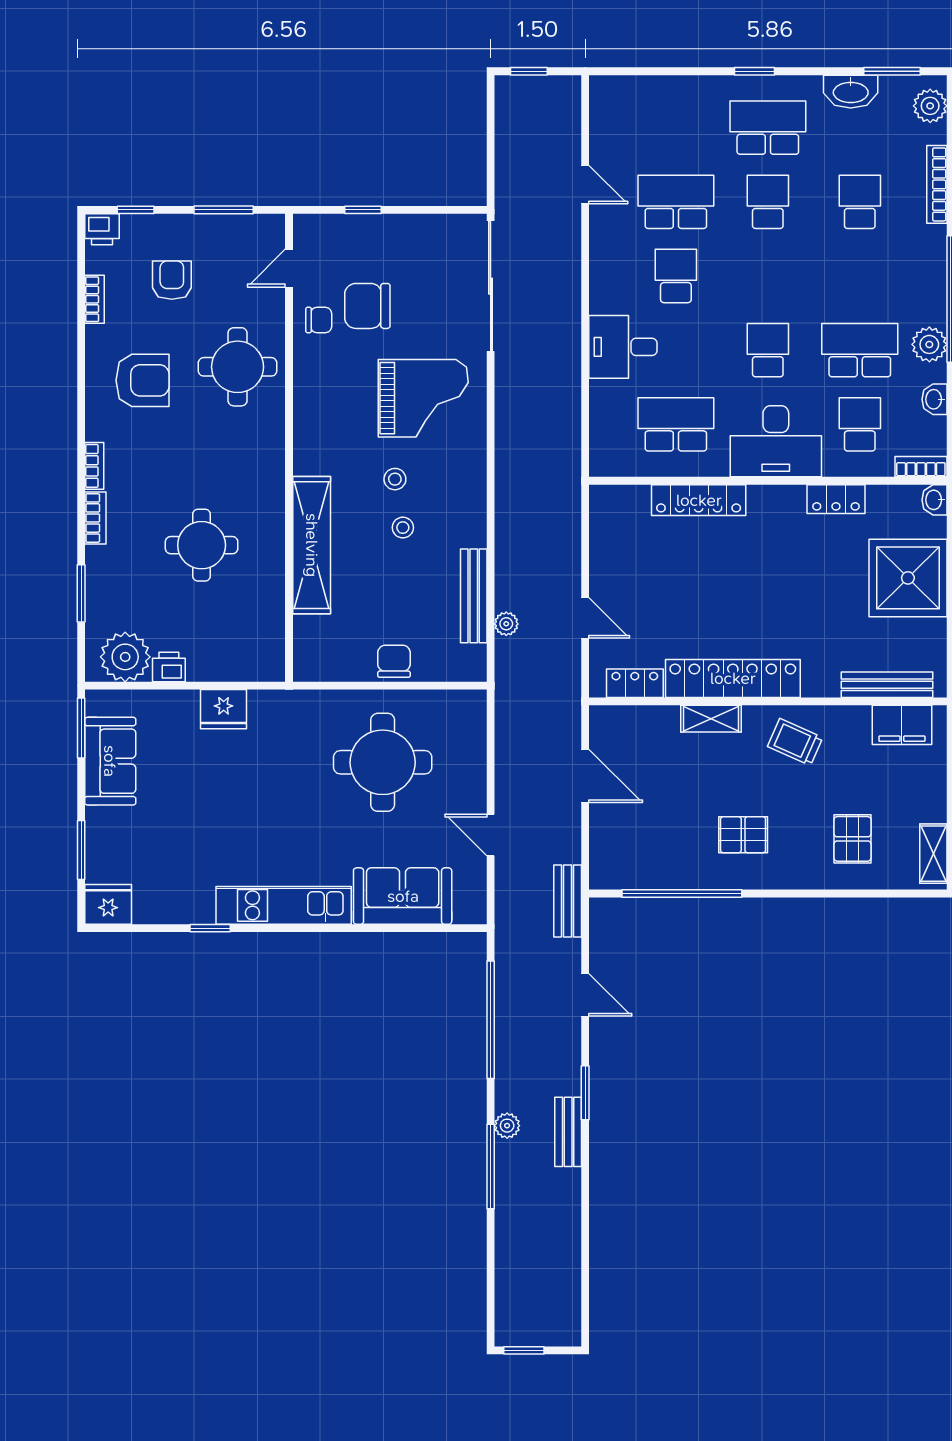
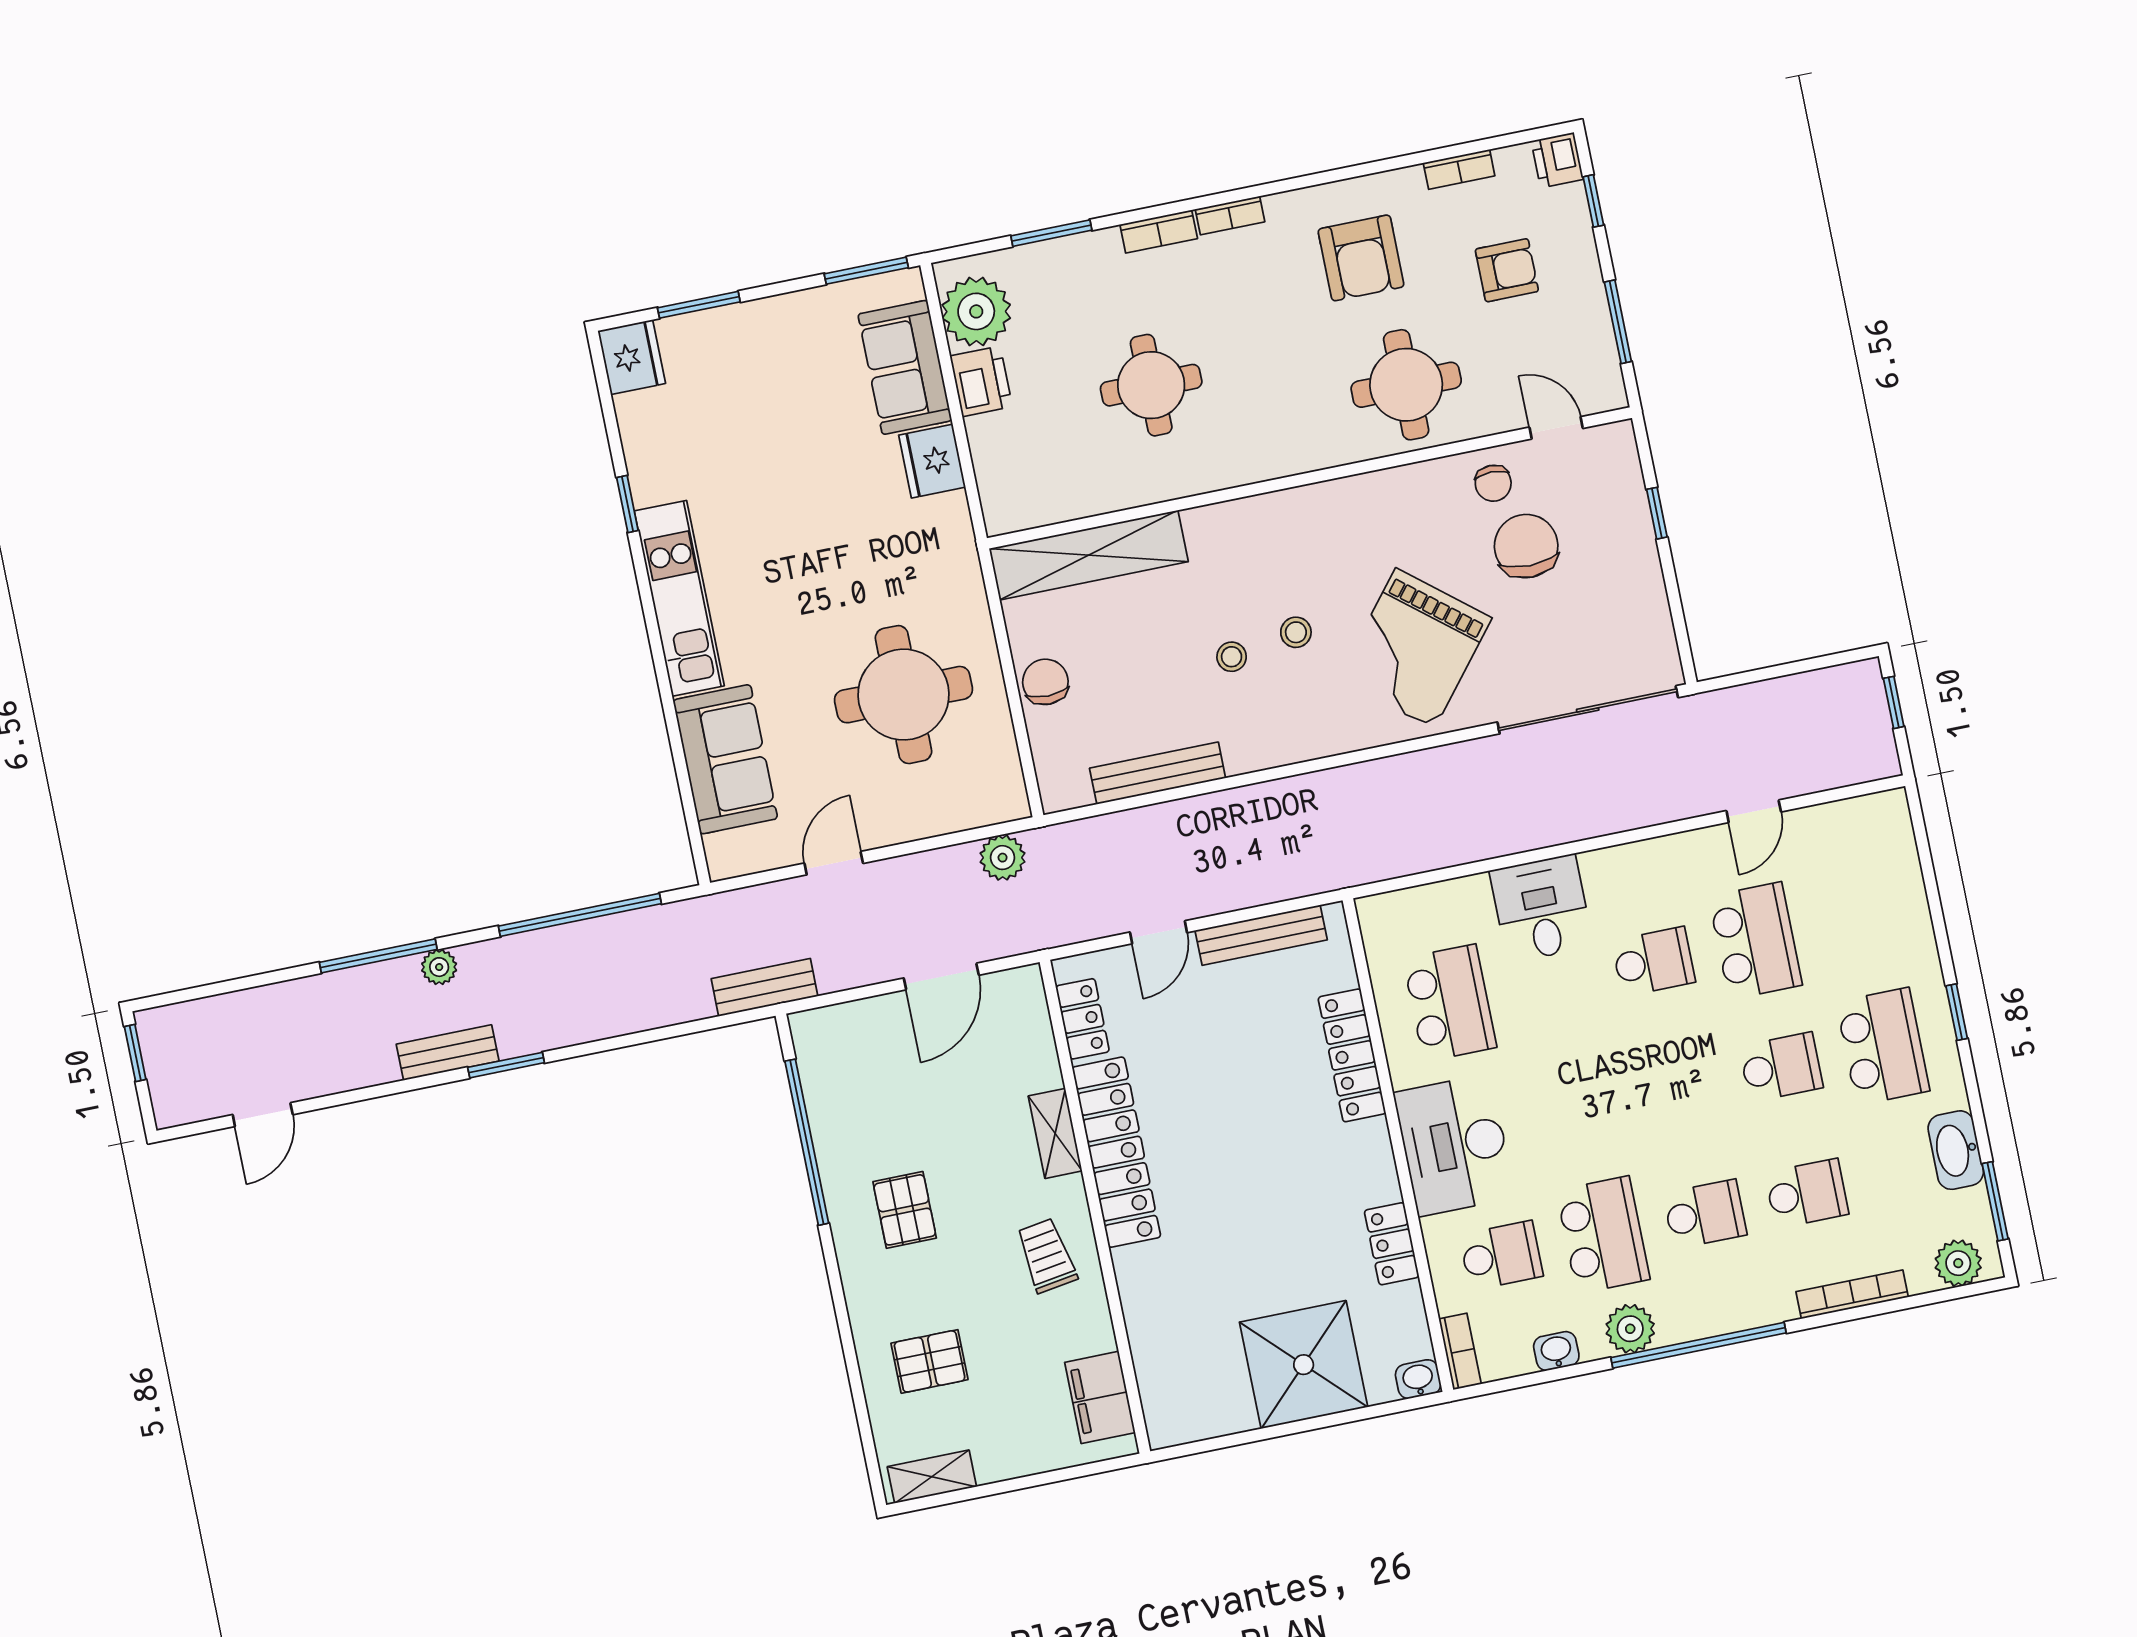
school desk: (768, 350) -> (1705, 1214), moved
grand piano: (423, 398) -> (1415, 649), turned 39
shelving: (312, 545) -> (1089, 555), moved
plant: (506, 624) -> (1003, 858), moved, width x1.38, depth x1.38
chair: (394, 661) -> (1045, 682), turned -90
printer: (169, 667) -> (981, 381), width x1.36, depth x1.24
bench: (887, 685) -> (1261, 935), moved, turned 90
trolley: (795, 742) -> (1047, 1256), turned -33
sofa: (110, 761) -> (905, 367), moved, turned 90
door: (585, 995) -> (263, 1115), moved

